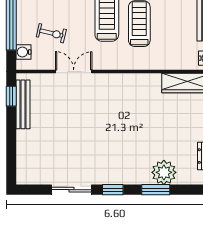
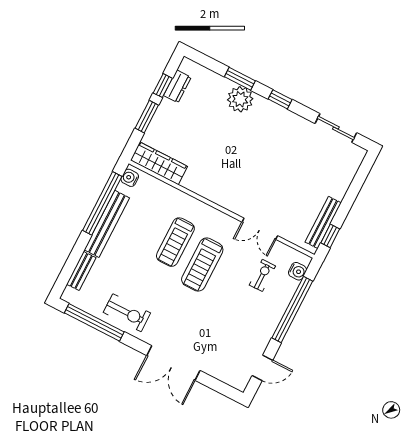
exercise bike: (51, 33) -> (262, 275), turned 77
plant: (164, 172) -> (240, 99), moved
sliding door: (71, 190) -> (336, 128), moved

